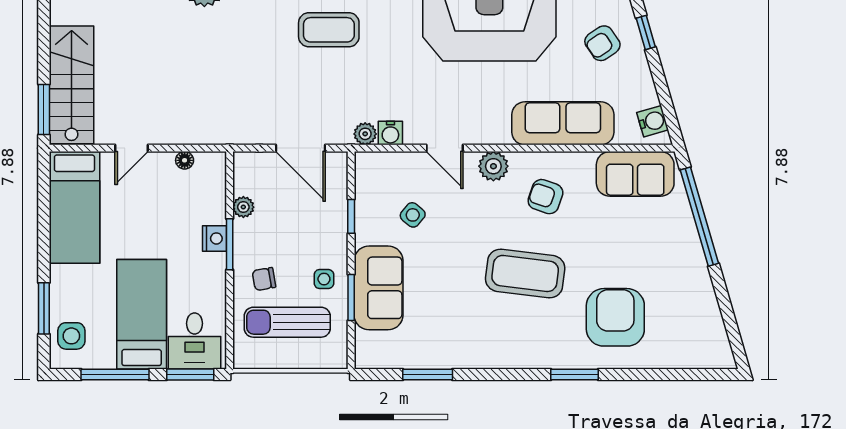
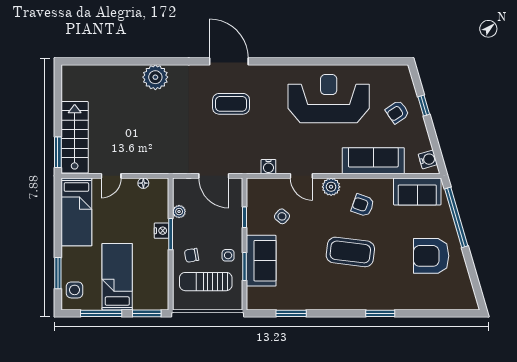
plant: (365, 134) -> (253, 167), removed
armchair: (615, 317) -> (431, 256), moved, turned -90
desk: (194, 341) -> (149, 293), removed

